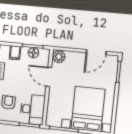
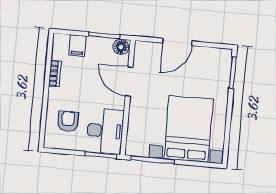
door: (96, 52) -> (177, 42), moved
floor lamp: (33, 53) -> (121, 47), moved
plant: (59, 57) -> (144, 51), removed

